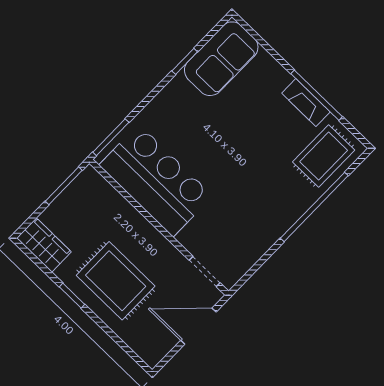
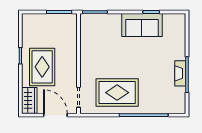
sofa: (221, 59) -> (142, 25), moved
rug: (324, 156) -> (117, 93), moved, width x1.36, depth x1.43
bar counter: (156, 180) -> (95, 45), removed
wardrobe: (44, 245) -> (29, 100), moved

